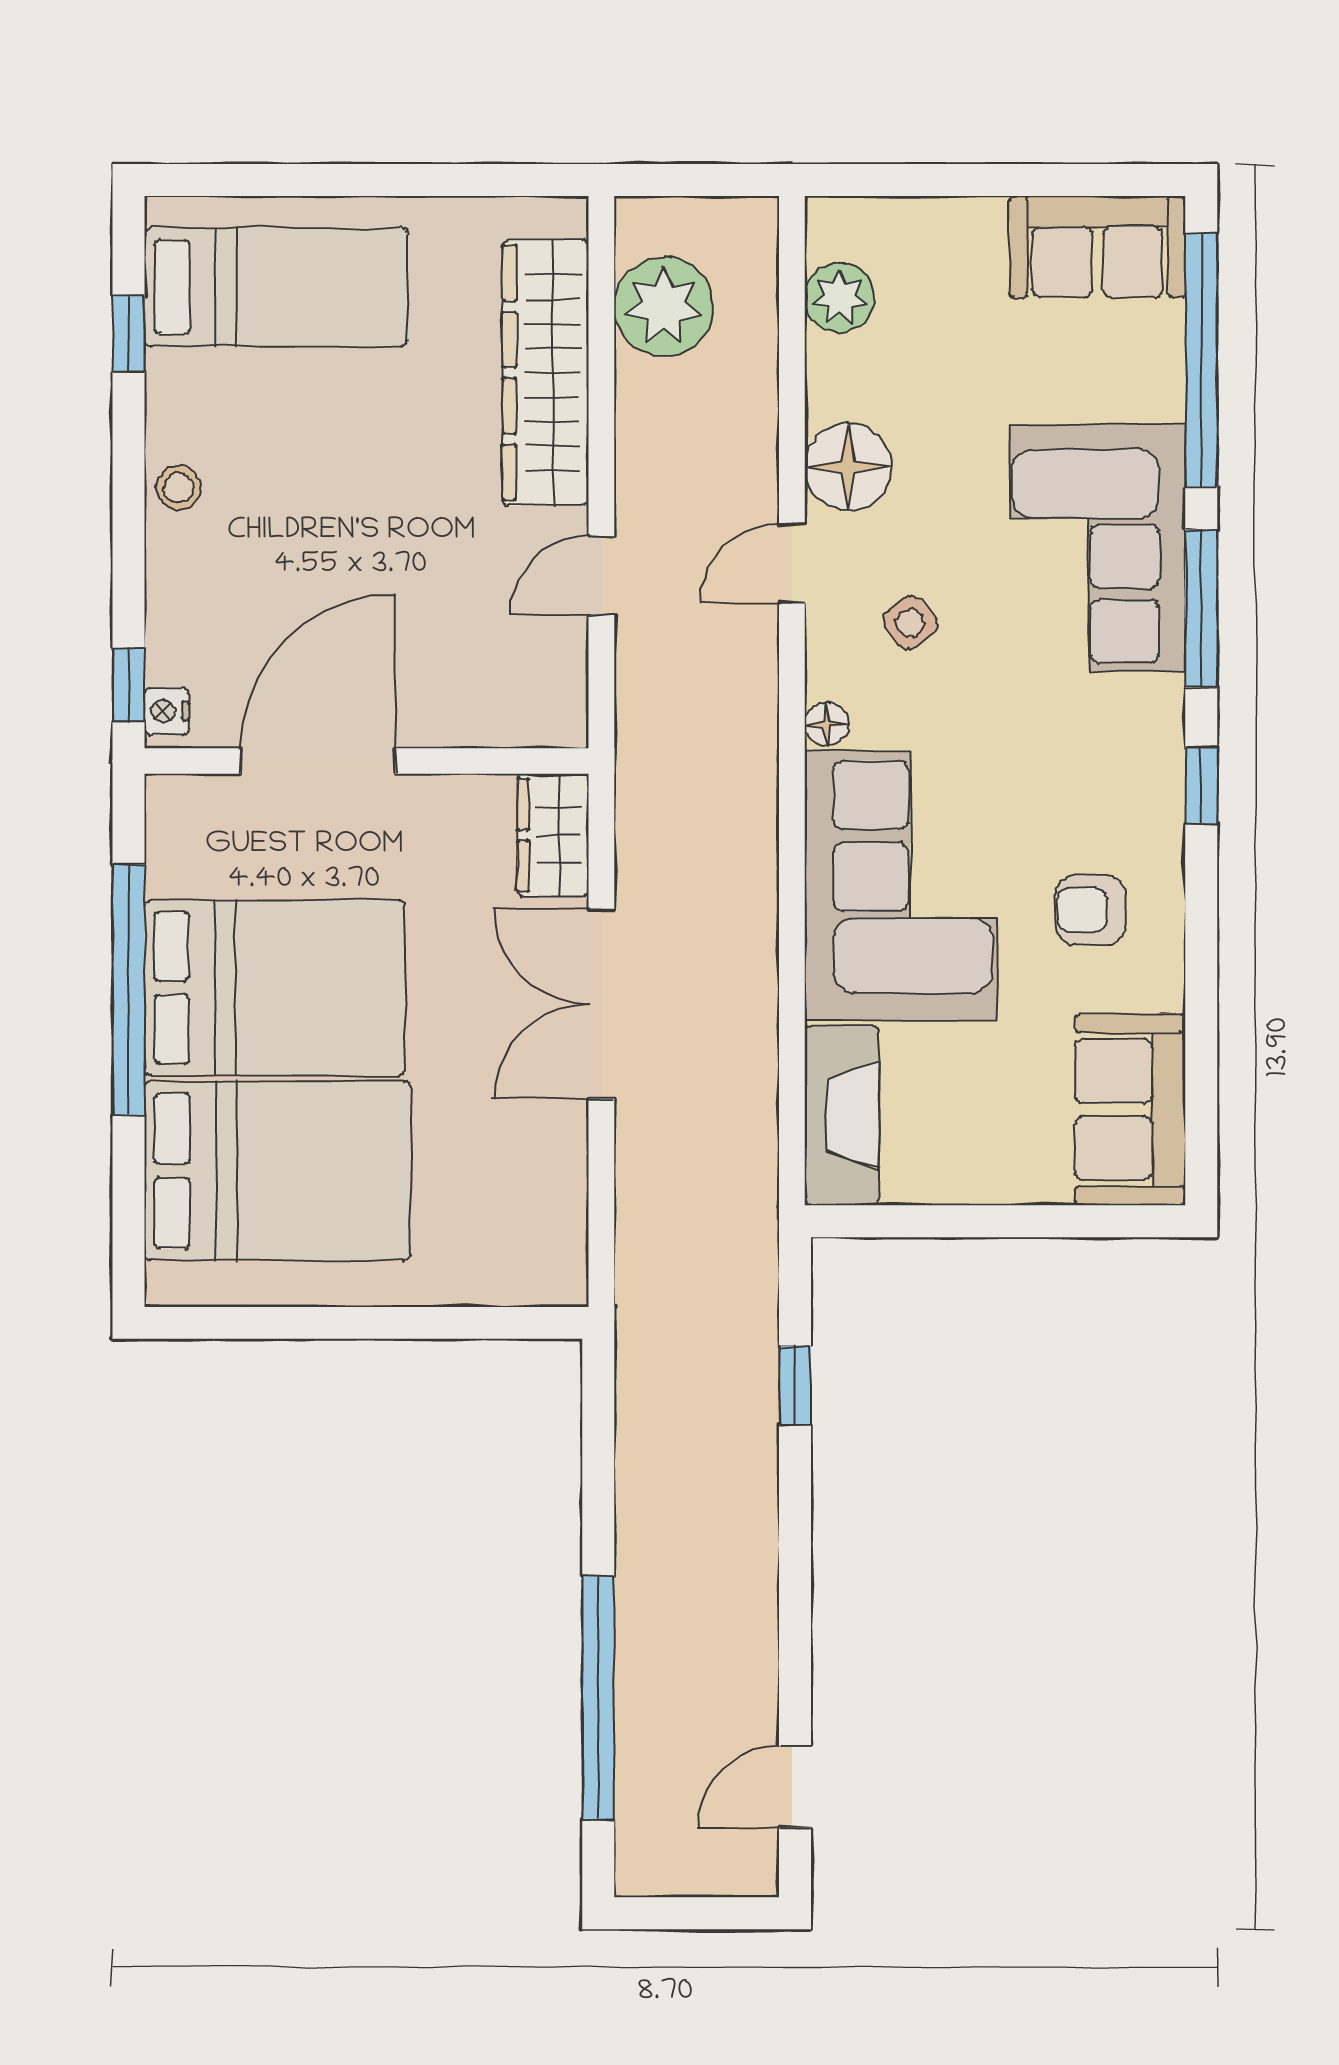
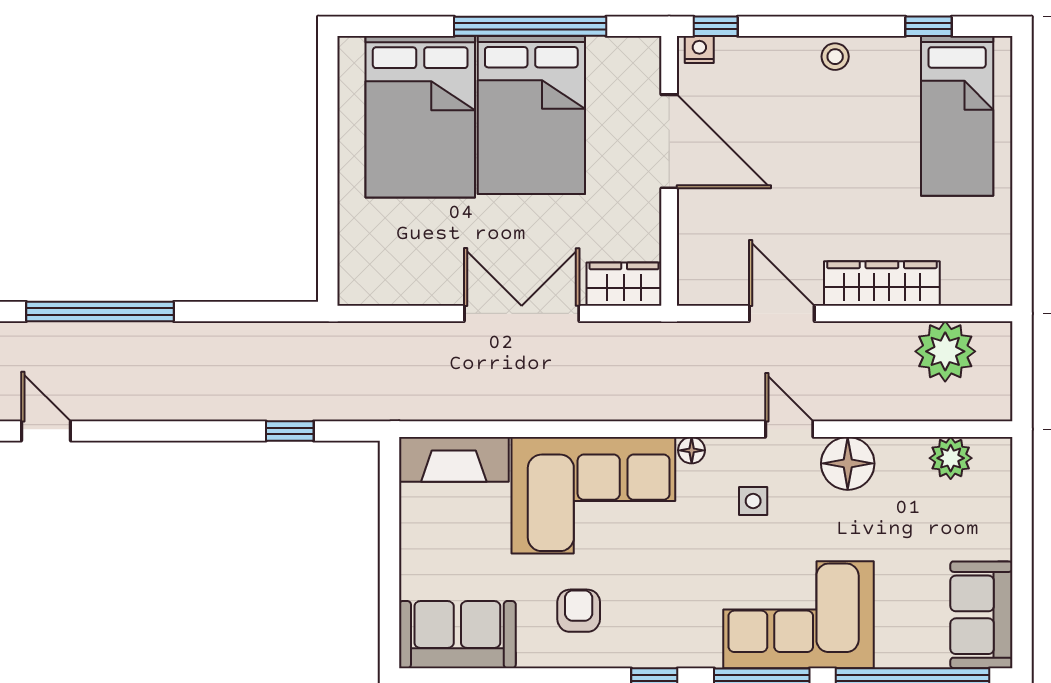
wardrobe: (546, 373) -> (882, 283), width x0.71, depth x0.85
door: (601, 575) -> (782, 313), width x1.38
side table: (910, 623) -> (753, 501), turned 36

